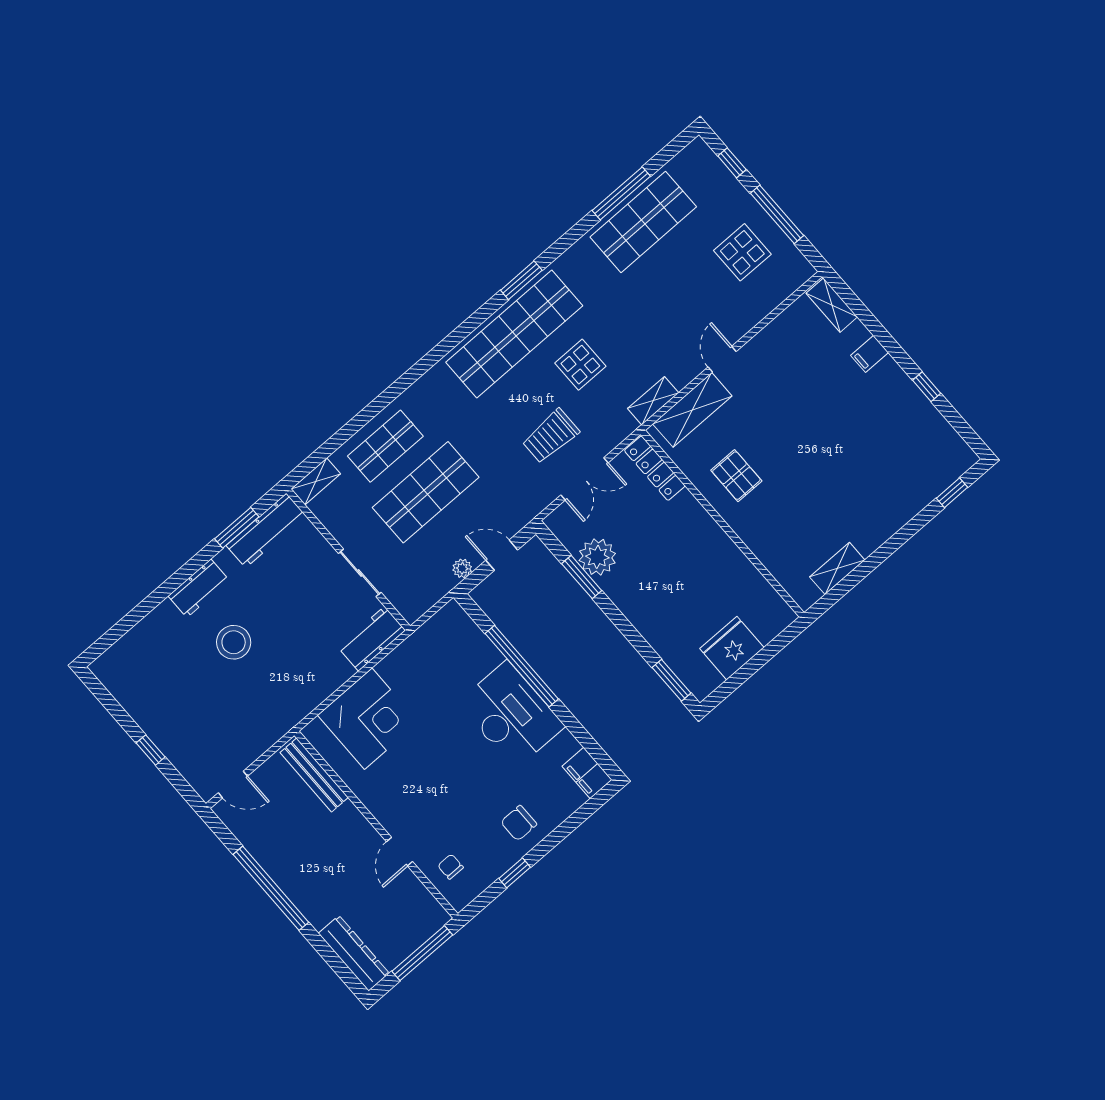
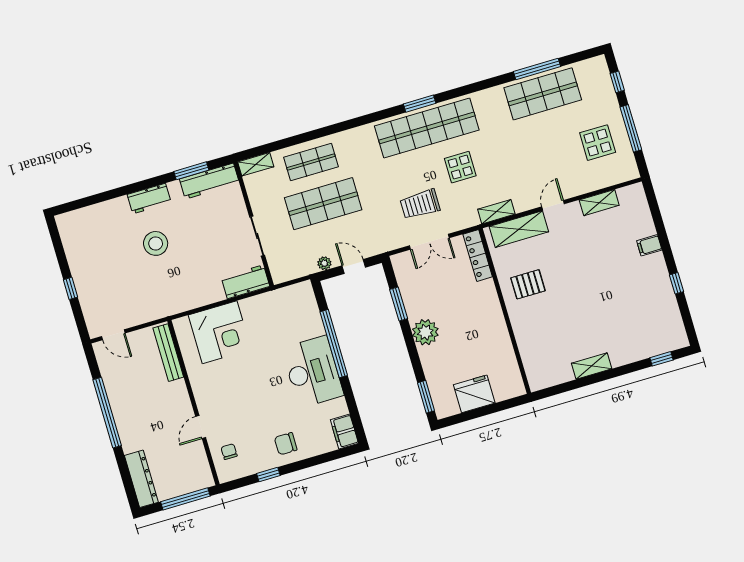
window: (521, 280) -> (420, 104), moved
shelving: (832, 305) -> (599, 203), moved, turned 90
pallet: (736, 476) -> (528, 284), turned 90
plant: (597, 557) -> (425, 332), moved
shelving: (837, 568) -> (592, 366), moved

